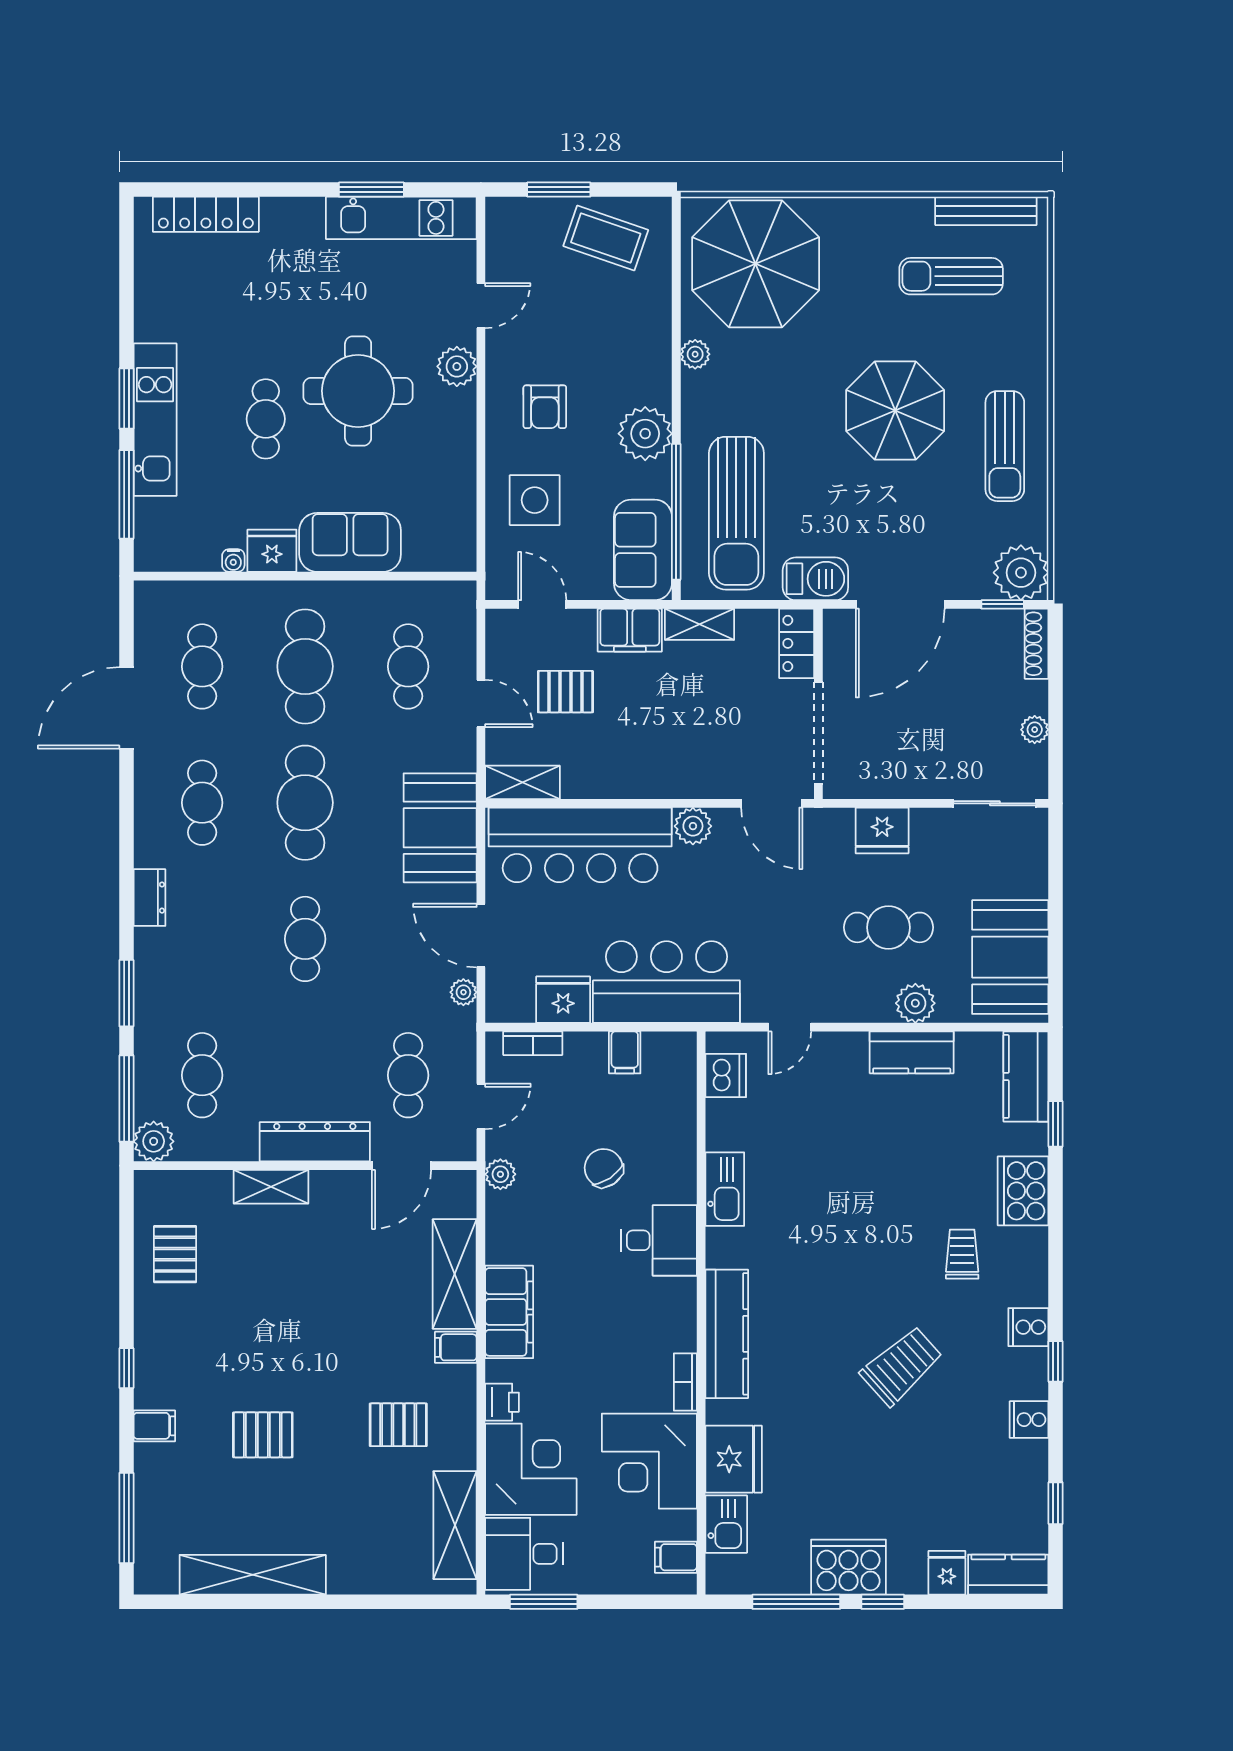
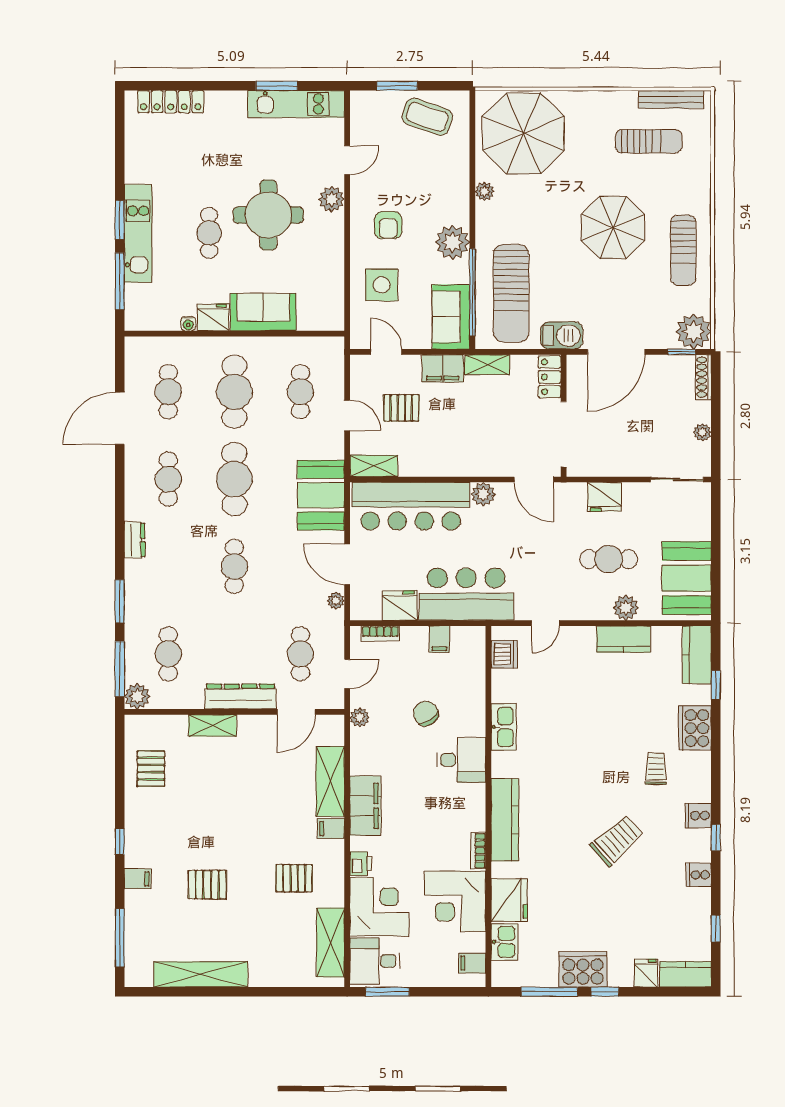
sun lounger: (951, 276) -> (649, 141), turned 180

